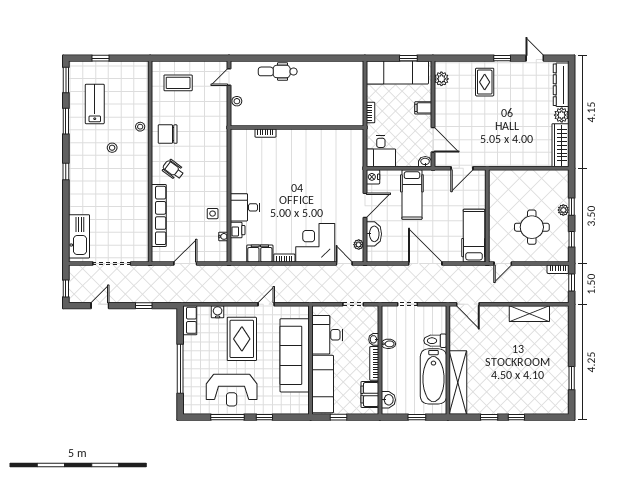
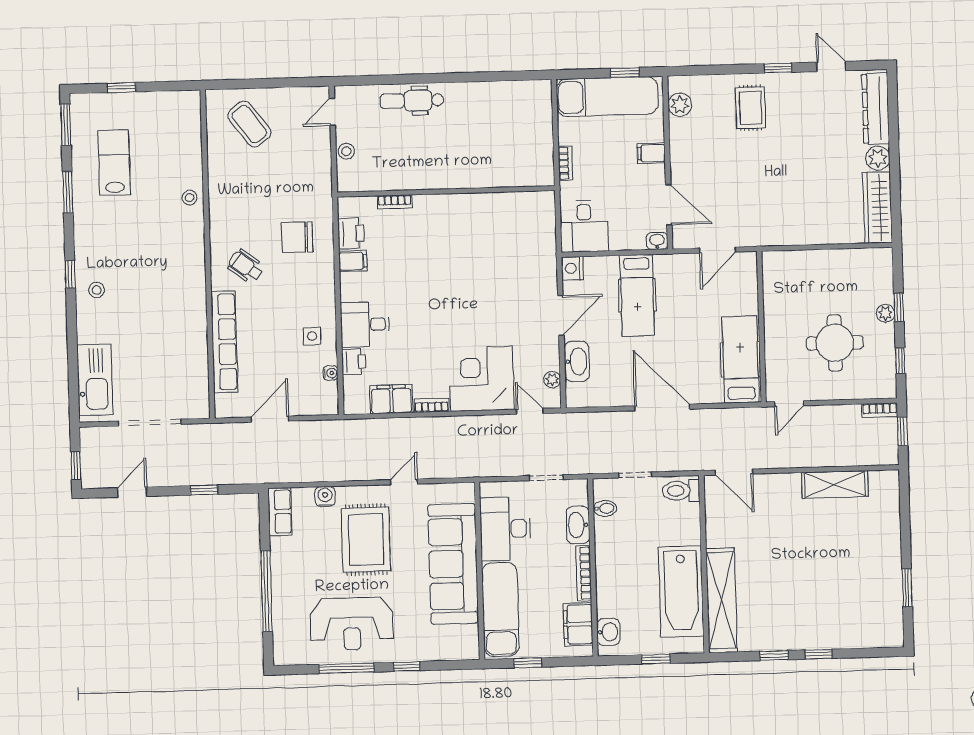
coffee table: (178, 83) -> (249, 124), turned 53
chair: (168, 134) -> (297, 237), moved
stool: (112, 148) -> (97, 290), moved
printer: (238, 152) -> (351, 233), added
filing cabinet: (239, 169) -> (353, 261), added
washbasin: (374, 339) -> (578, 525), width x1.91, depth x1.45
toilet: (435, 341) -> (681, 491), moved
bidet: (388, 344) -> (605, 508), moved

